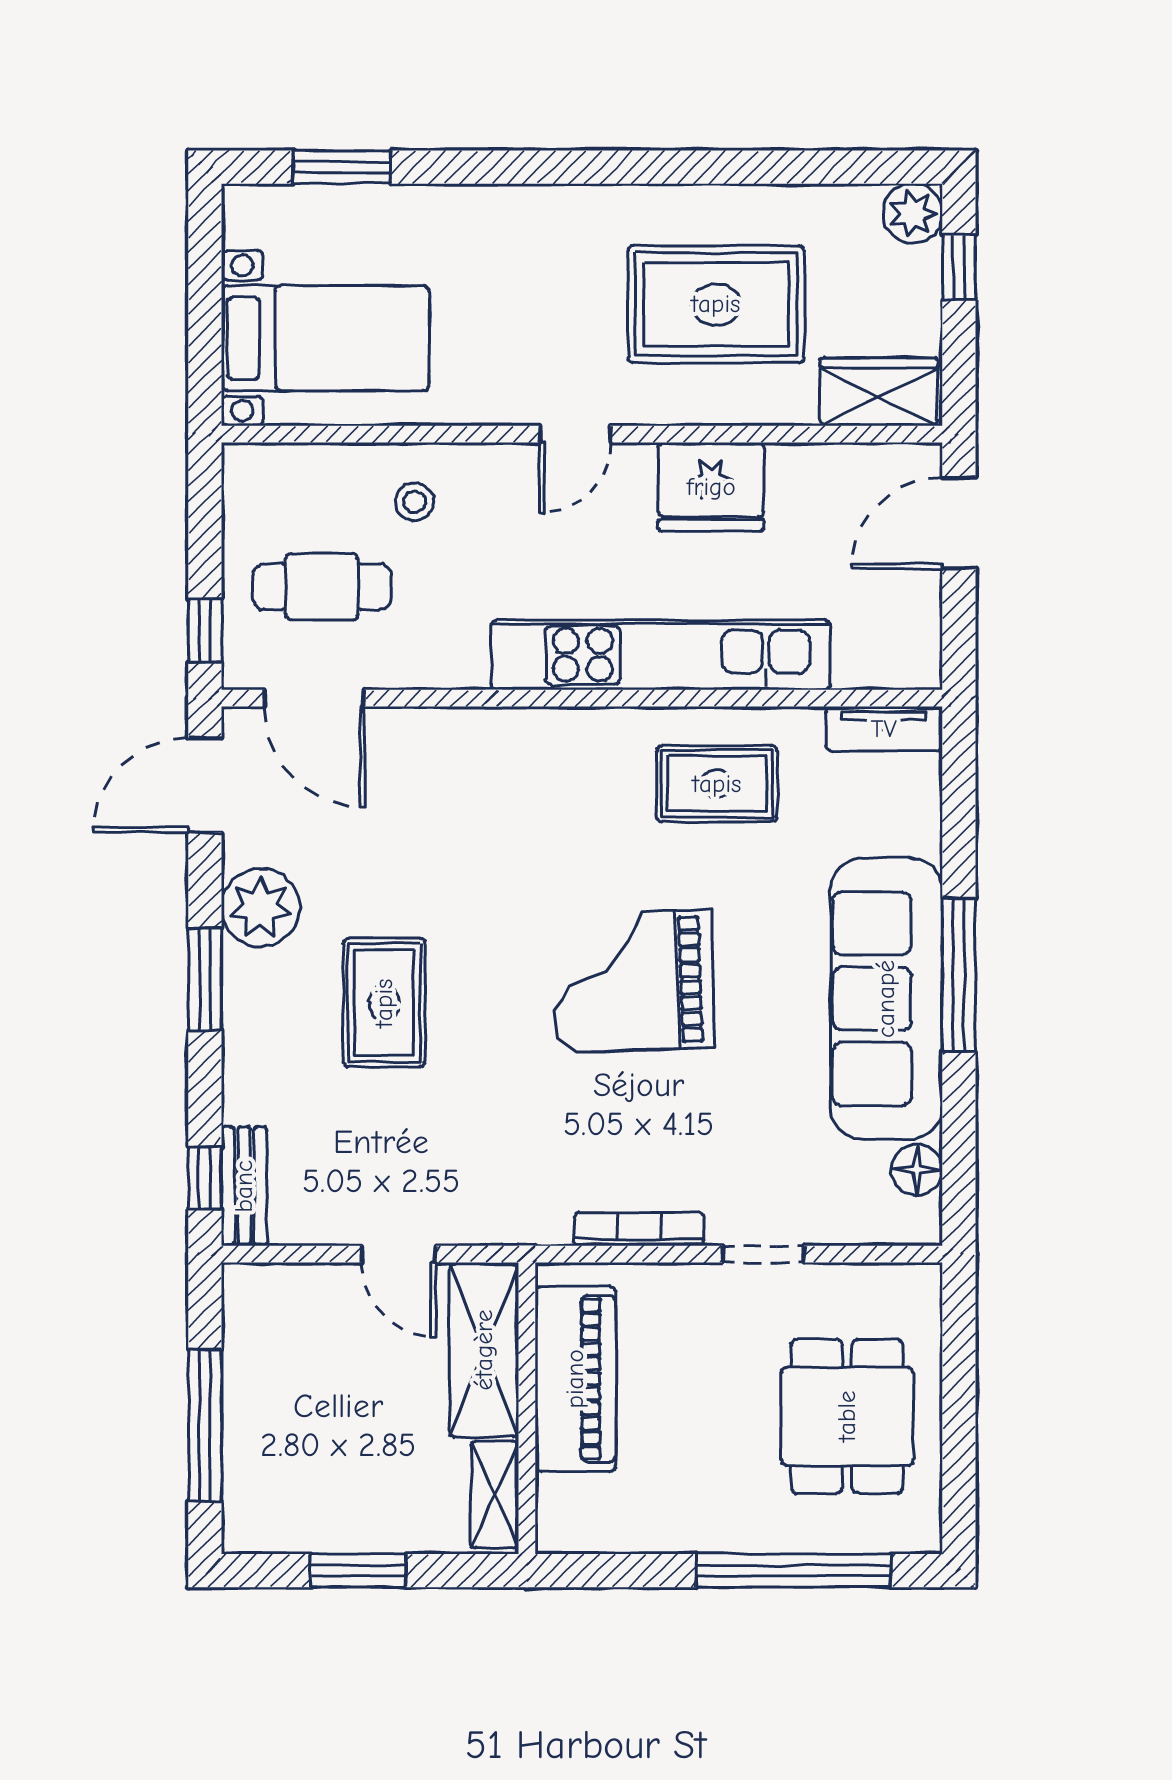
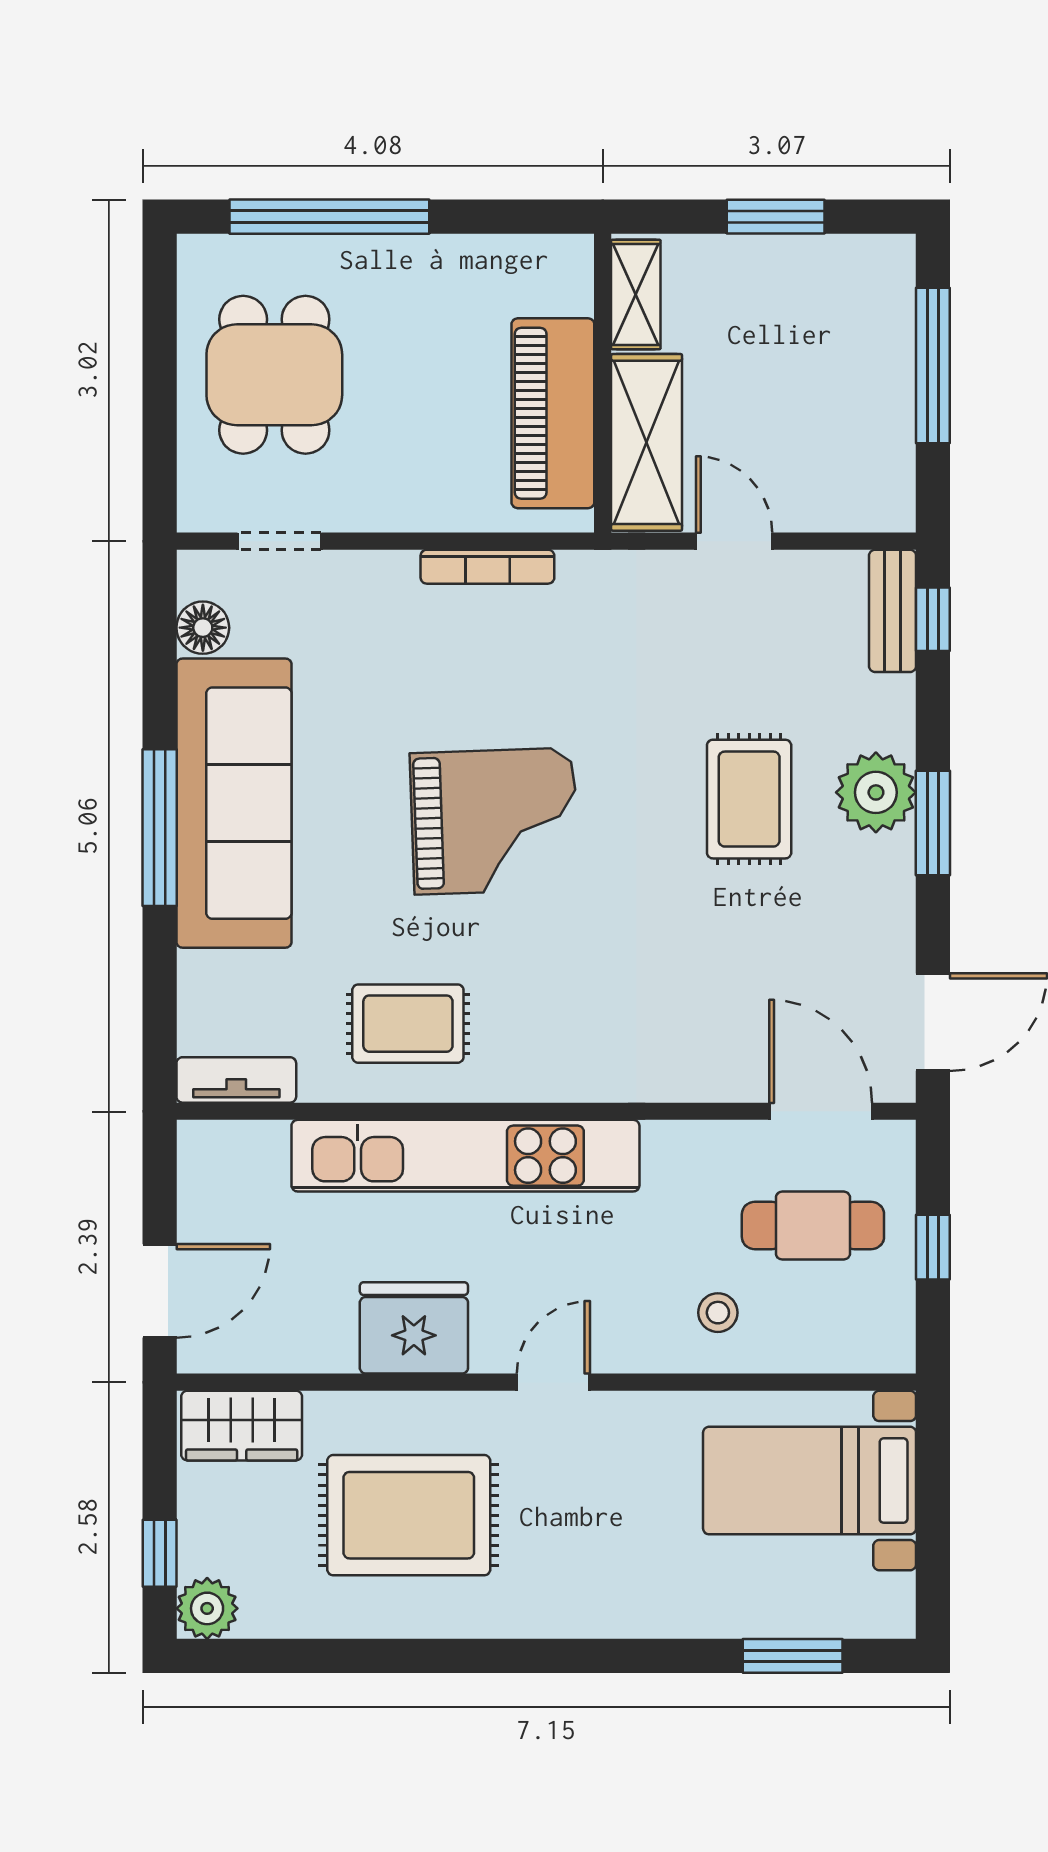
window: (205, 630) -> (933, 1247), moved
plant: (260, 908) -> (876, 792), moved
doorway: (763, 1254) -> (279, 541), moved

